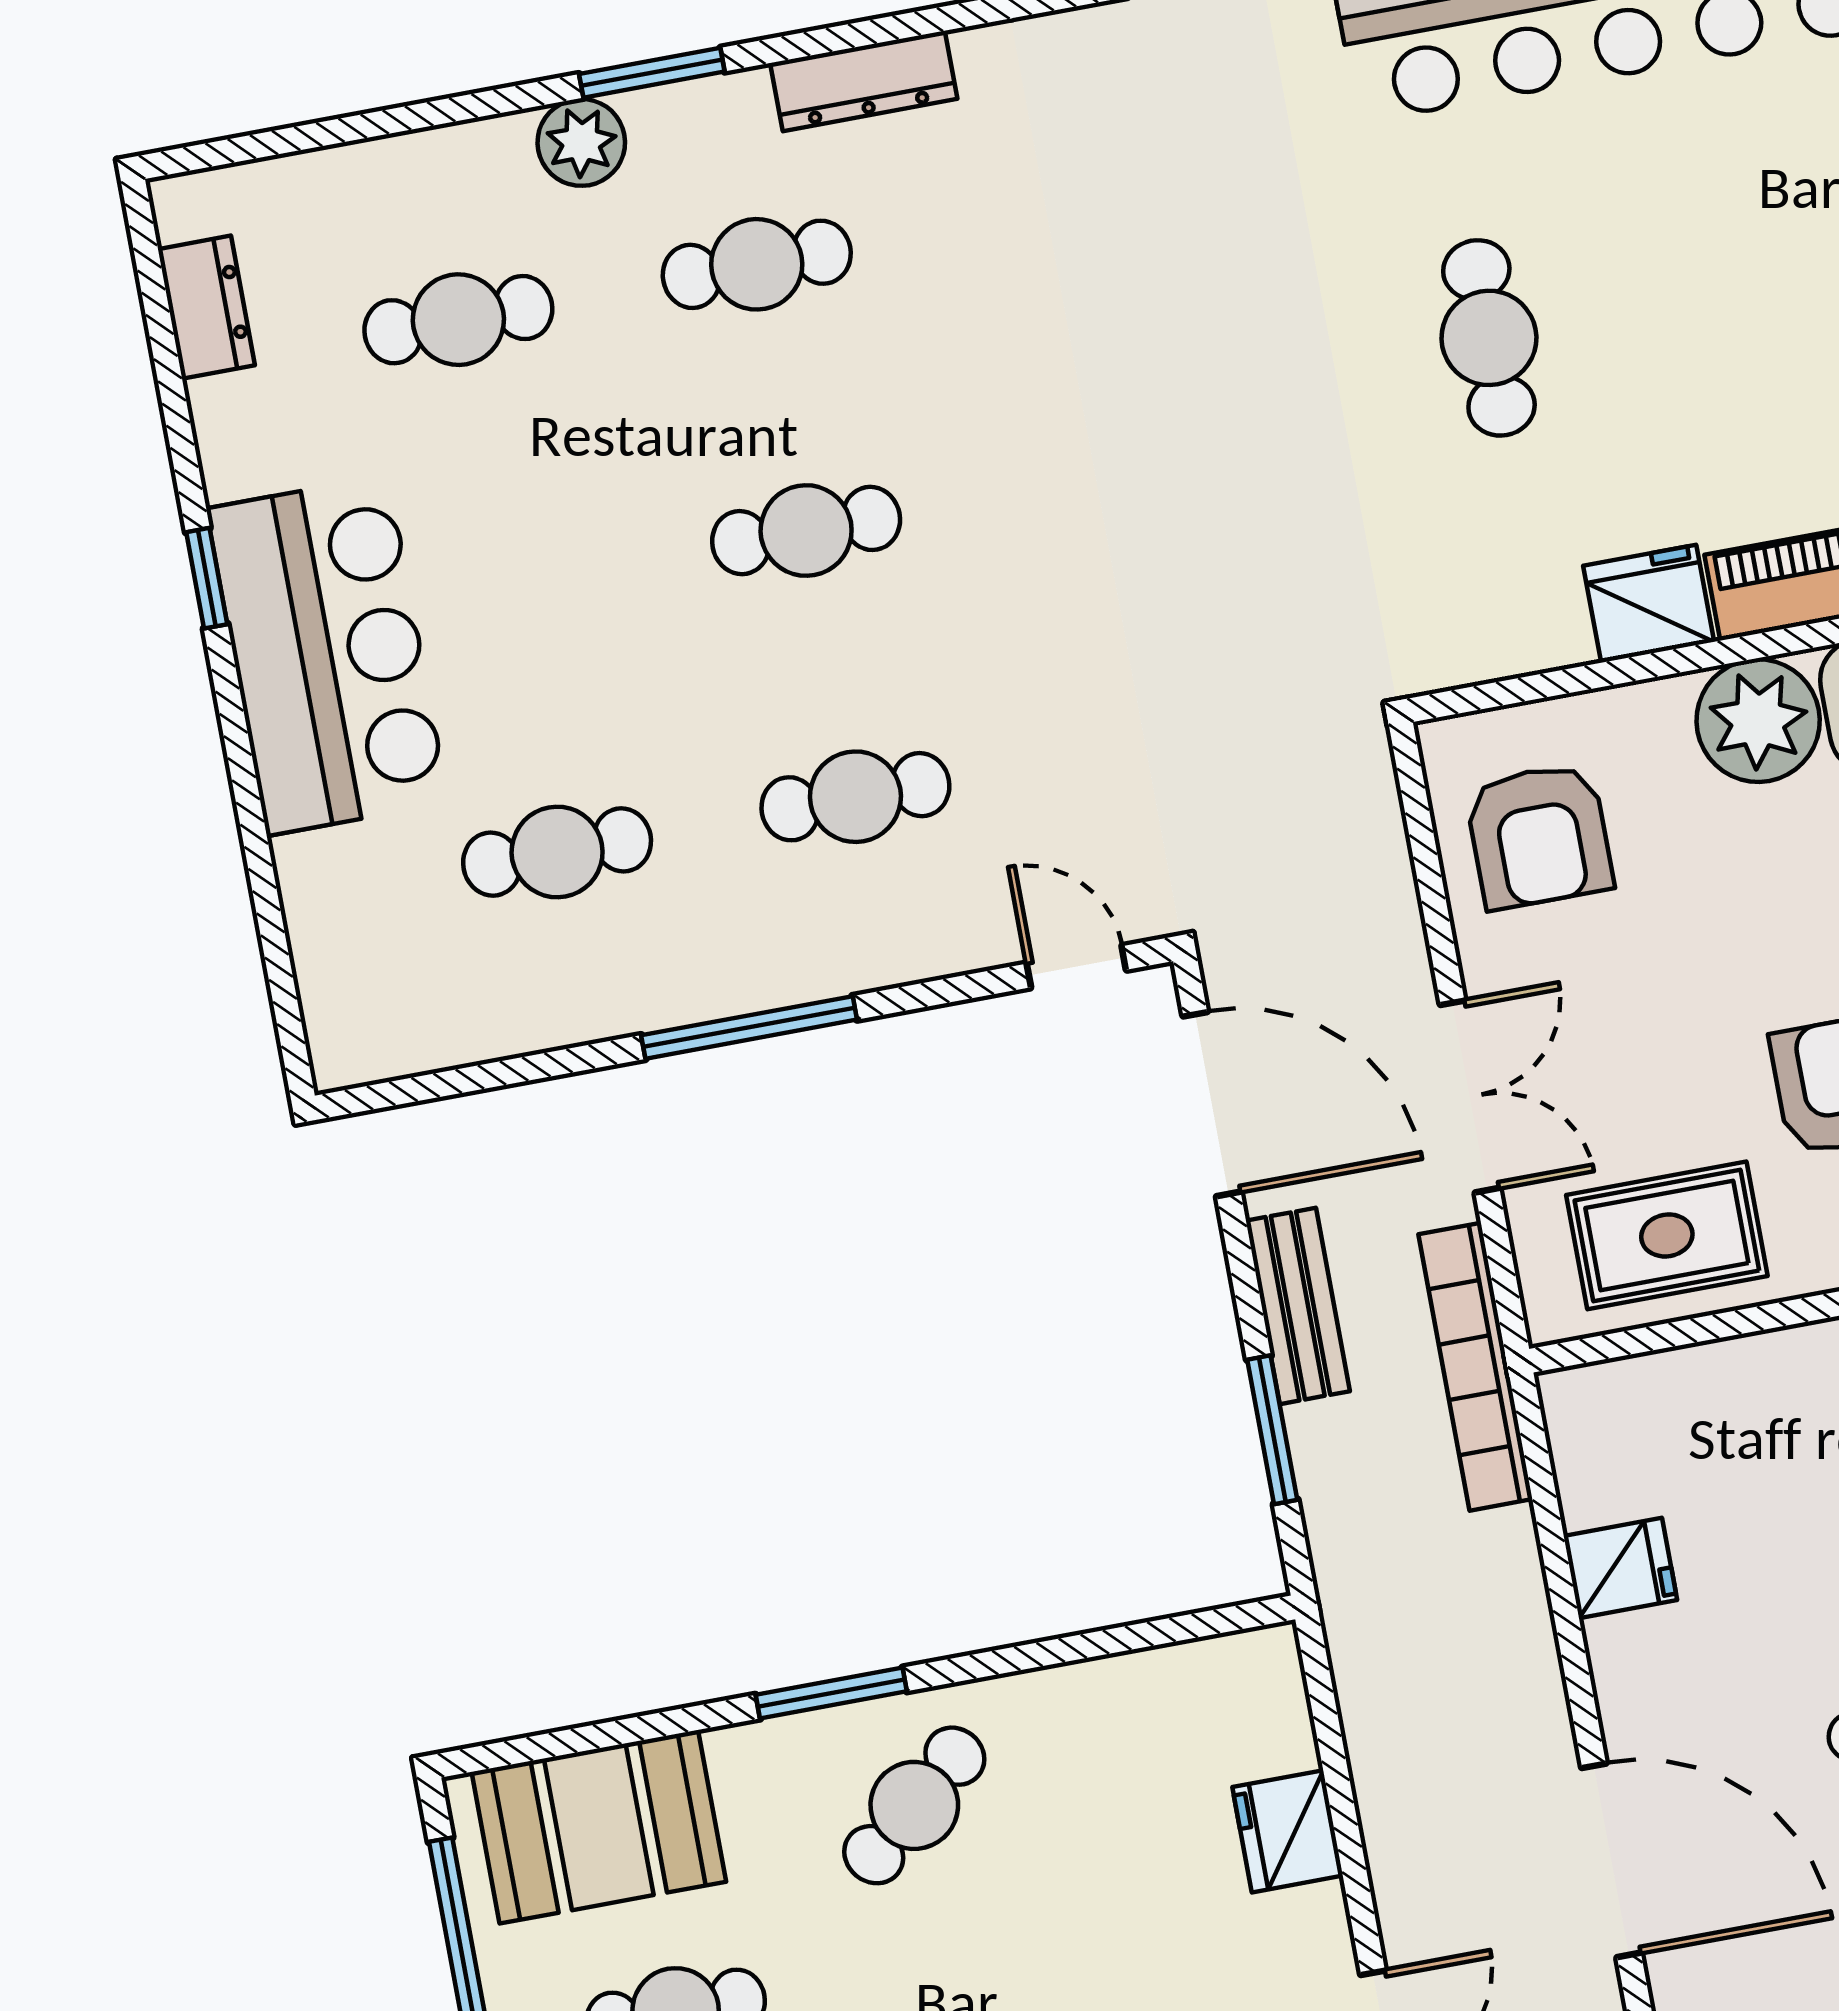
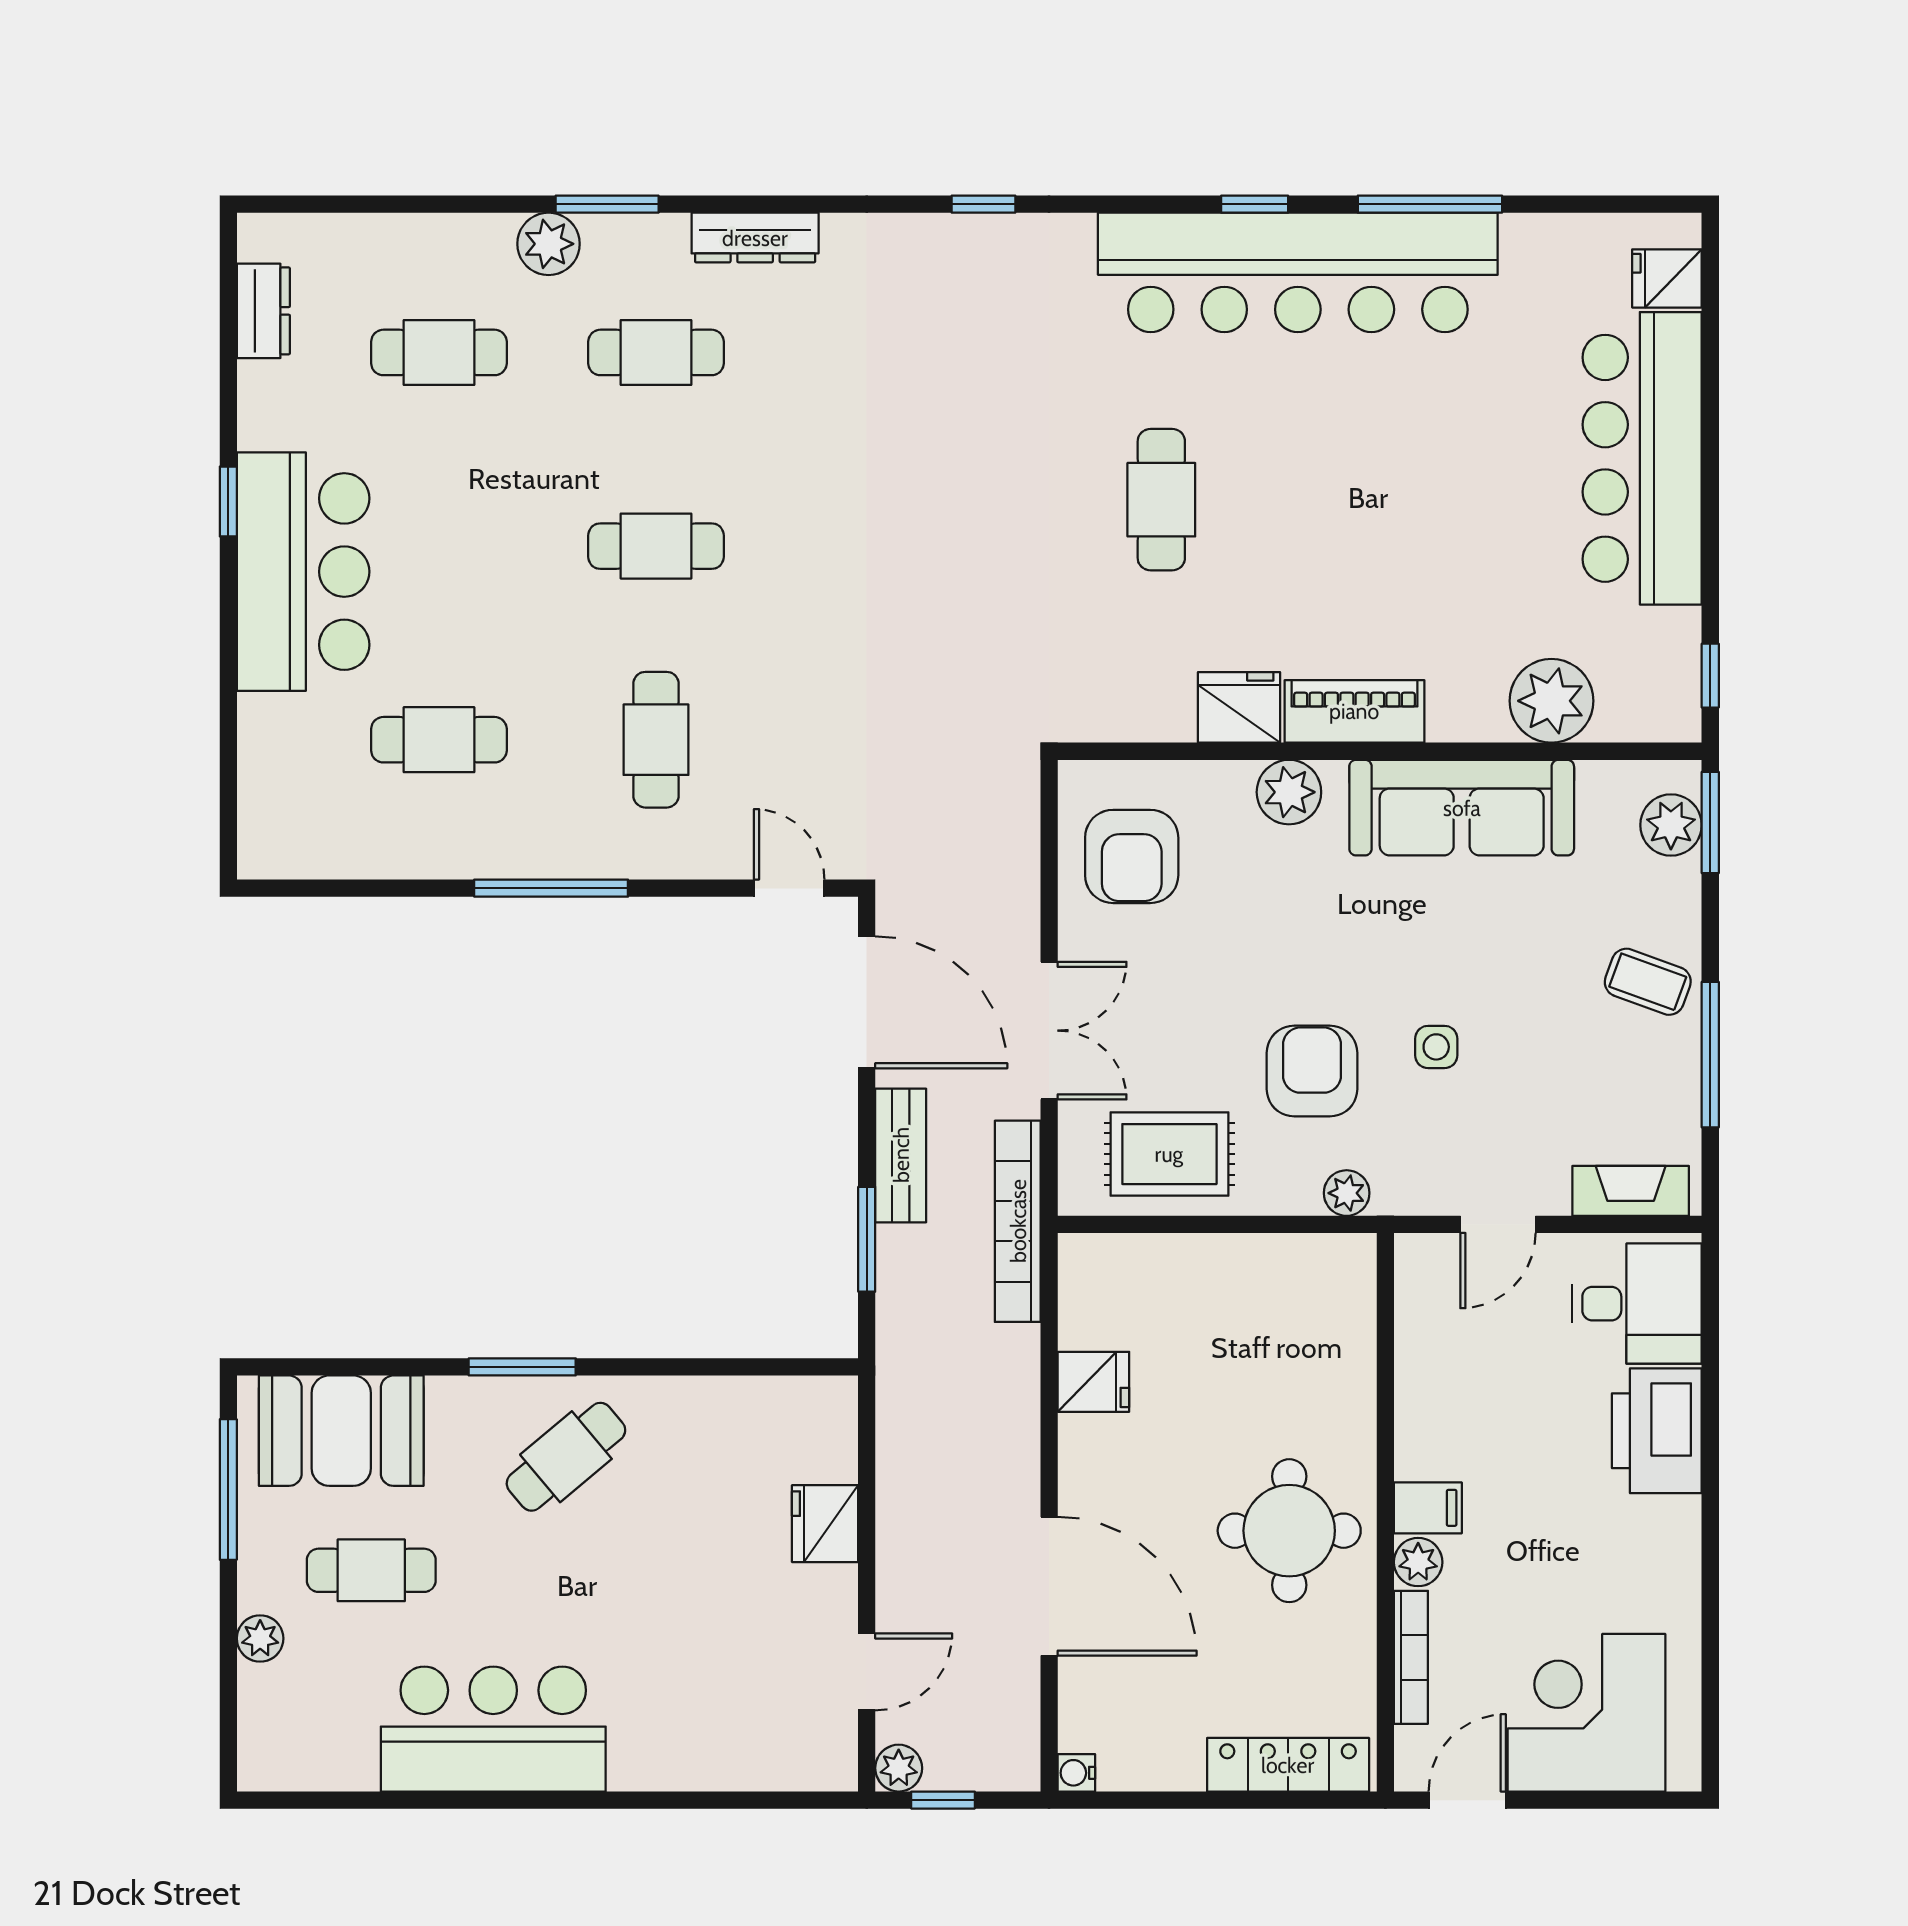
plant: (1758, 721) -> (1289, 792), width x0.73, depth x0.73
cafe table: (855, 797) -> (656, 740), turned 90

